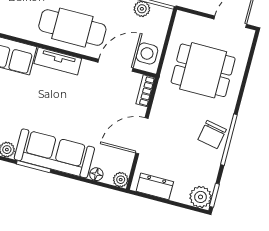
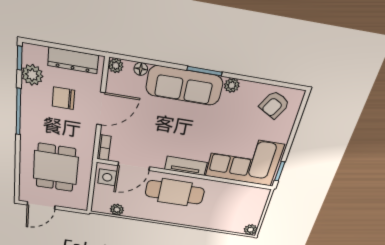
dining table: (203, 70) -> (56, 168), turned 90
chair: (212, 134) -> (64, 98), moved, turned -101
dresser: (155, 186) -> (73, 60), width x1.44
plant: (201, 197) -> (32, 75), moved

